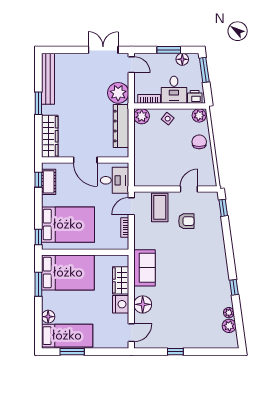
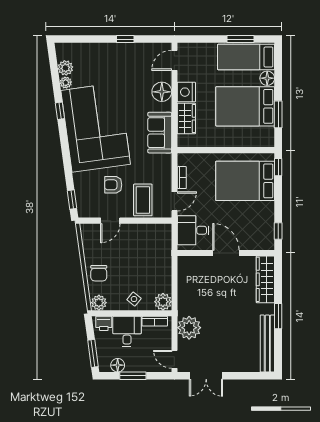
dresser: (121, 126) -> (186, 291), removed
cot: (49, 182) -> (267, 229), removed
bed: (68, 273) -> (245, 106), moved
corner sofa: (202, 273) -> (96, 127), added

